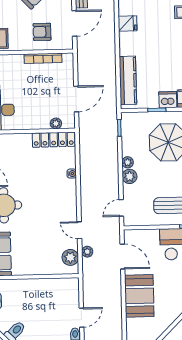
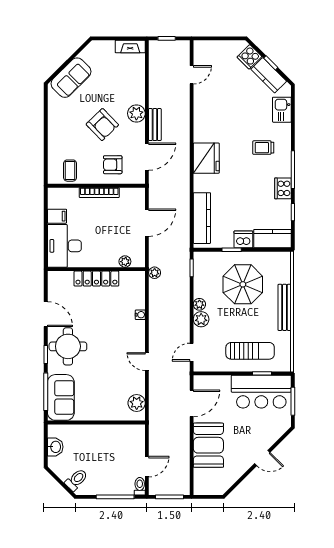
fridge: (128, 23) -> (206, 158), width x1.88, depth x1.34
bookcase: (43, 58) -> (99, 193), moved
door: (76, 99) -> (147, 223), moved
locker: (54, 140) -> (96, 279), moved
door: (79, 230) -> (147, 362), moved
plant: (87, 252) -> (155, 273), moved
door: (122, 256) -> (192, 403), hinge flipped

